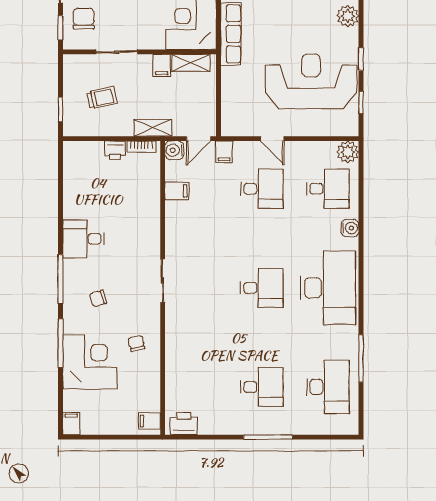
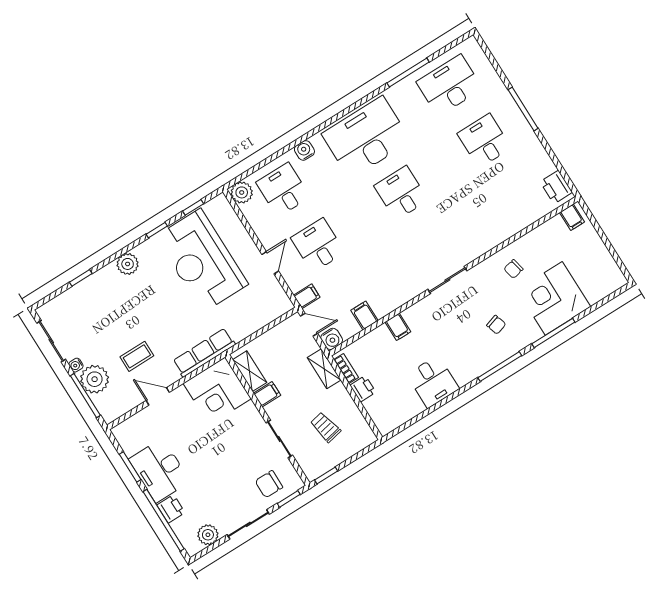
window: (60, 109) -> (326, 475), moved
desk: (83, 239) -> (433, 382), moved
filing cabinet: (71, 424) -> (398, 327), moved, turned -90

